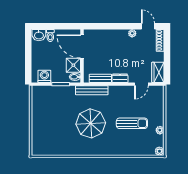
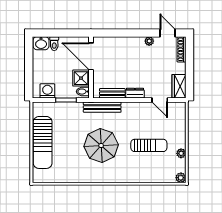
door: (141, 84) -> (160, 100), hinge flipped
sun lounger: (40, 121) -> (43, 142), added

